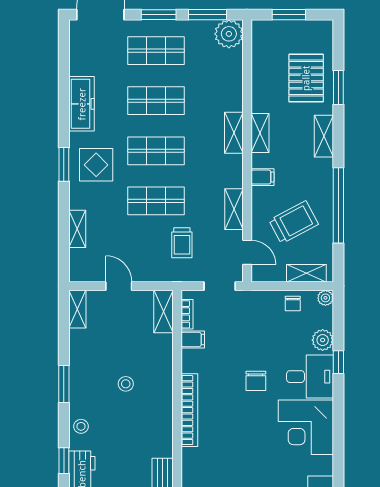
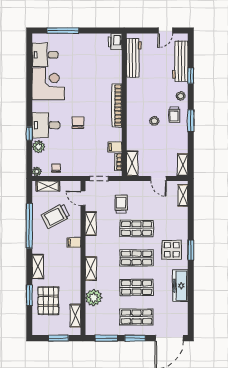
plant: (229, 34) -> (94, 298), moved
shelving: (260, 133) -> (75, 316), moved
shelving: (77, 229) -> (183, 195), moved
trolley: (92, 394) -> (174, 115), added
corner desk: (306, 427) -> (48, 84), moved

